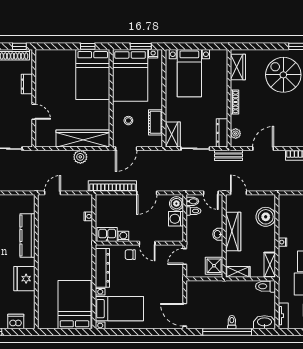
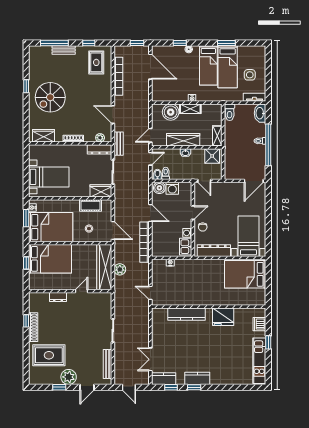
dresser: (27, 84) -> (58, 297), moved
wall: (34, 98) -> (70, 291), moved
door: (34, 112) -> (82, 291), moved
shelving: (270, 265) -> (190, 109), moved

